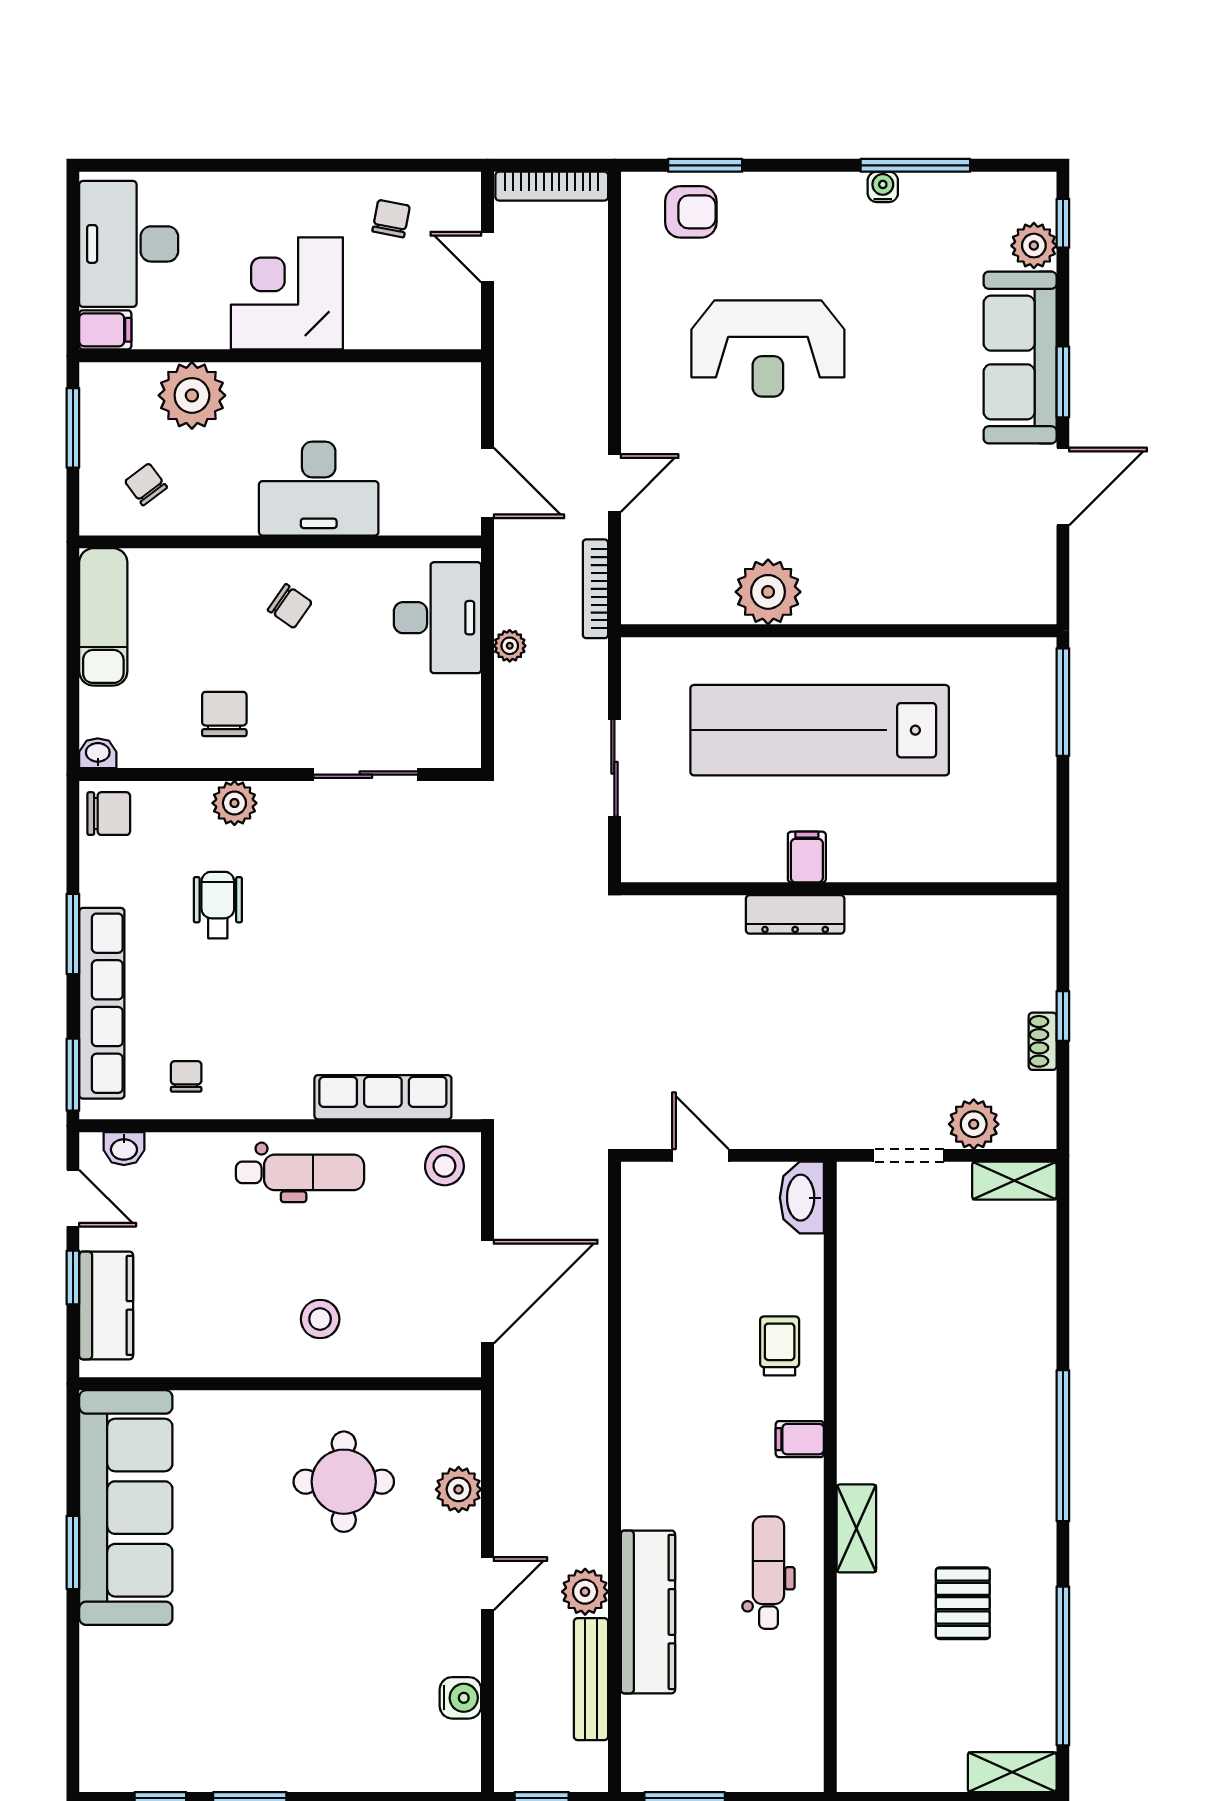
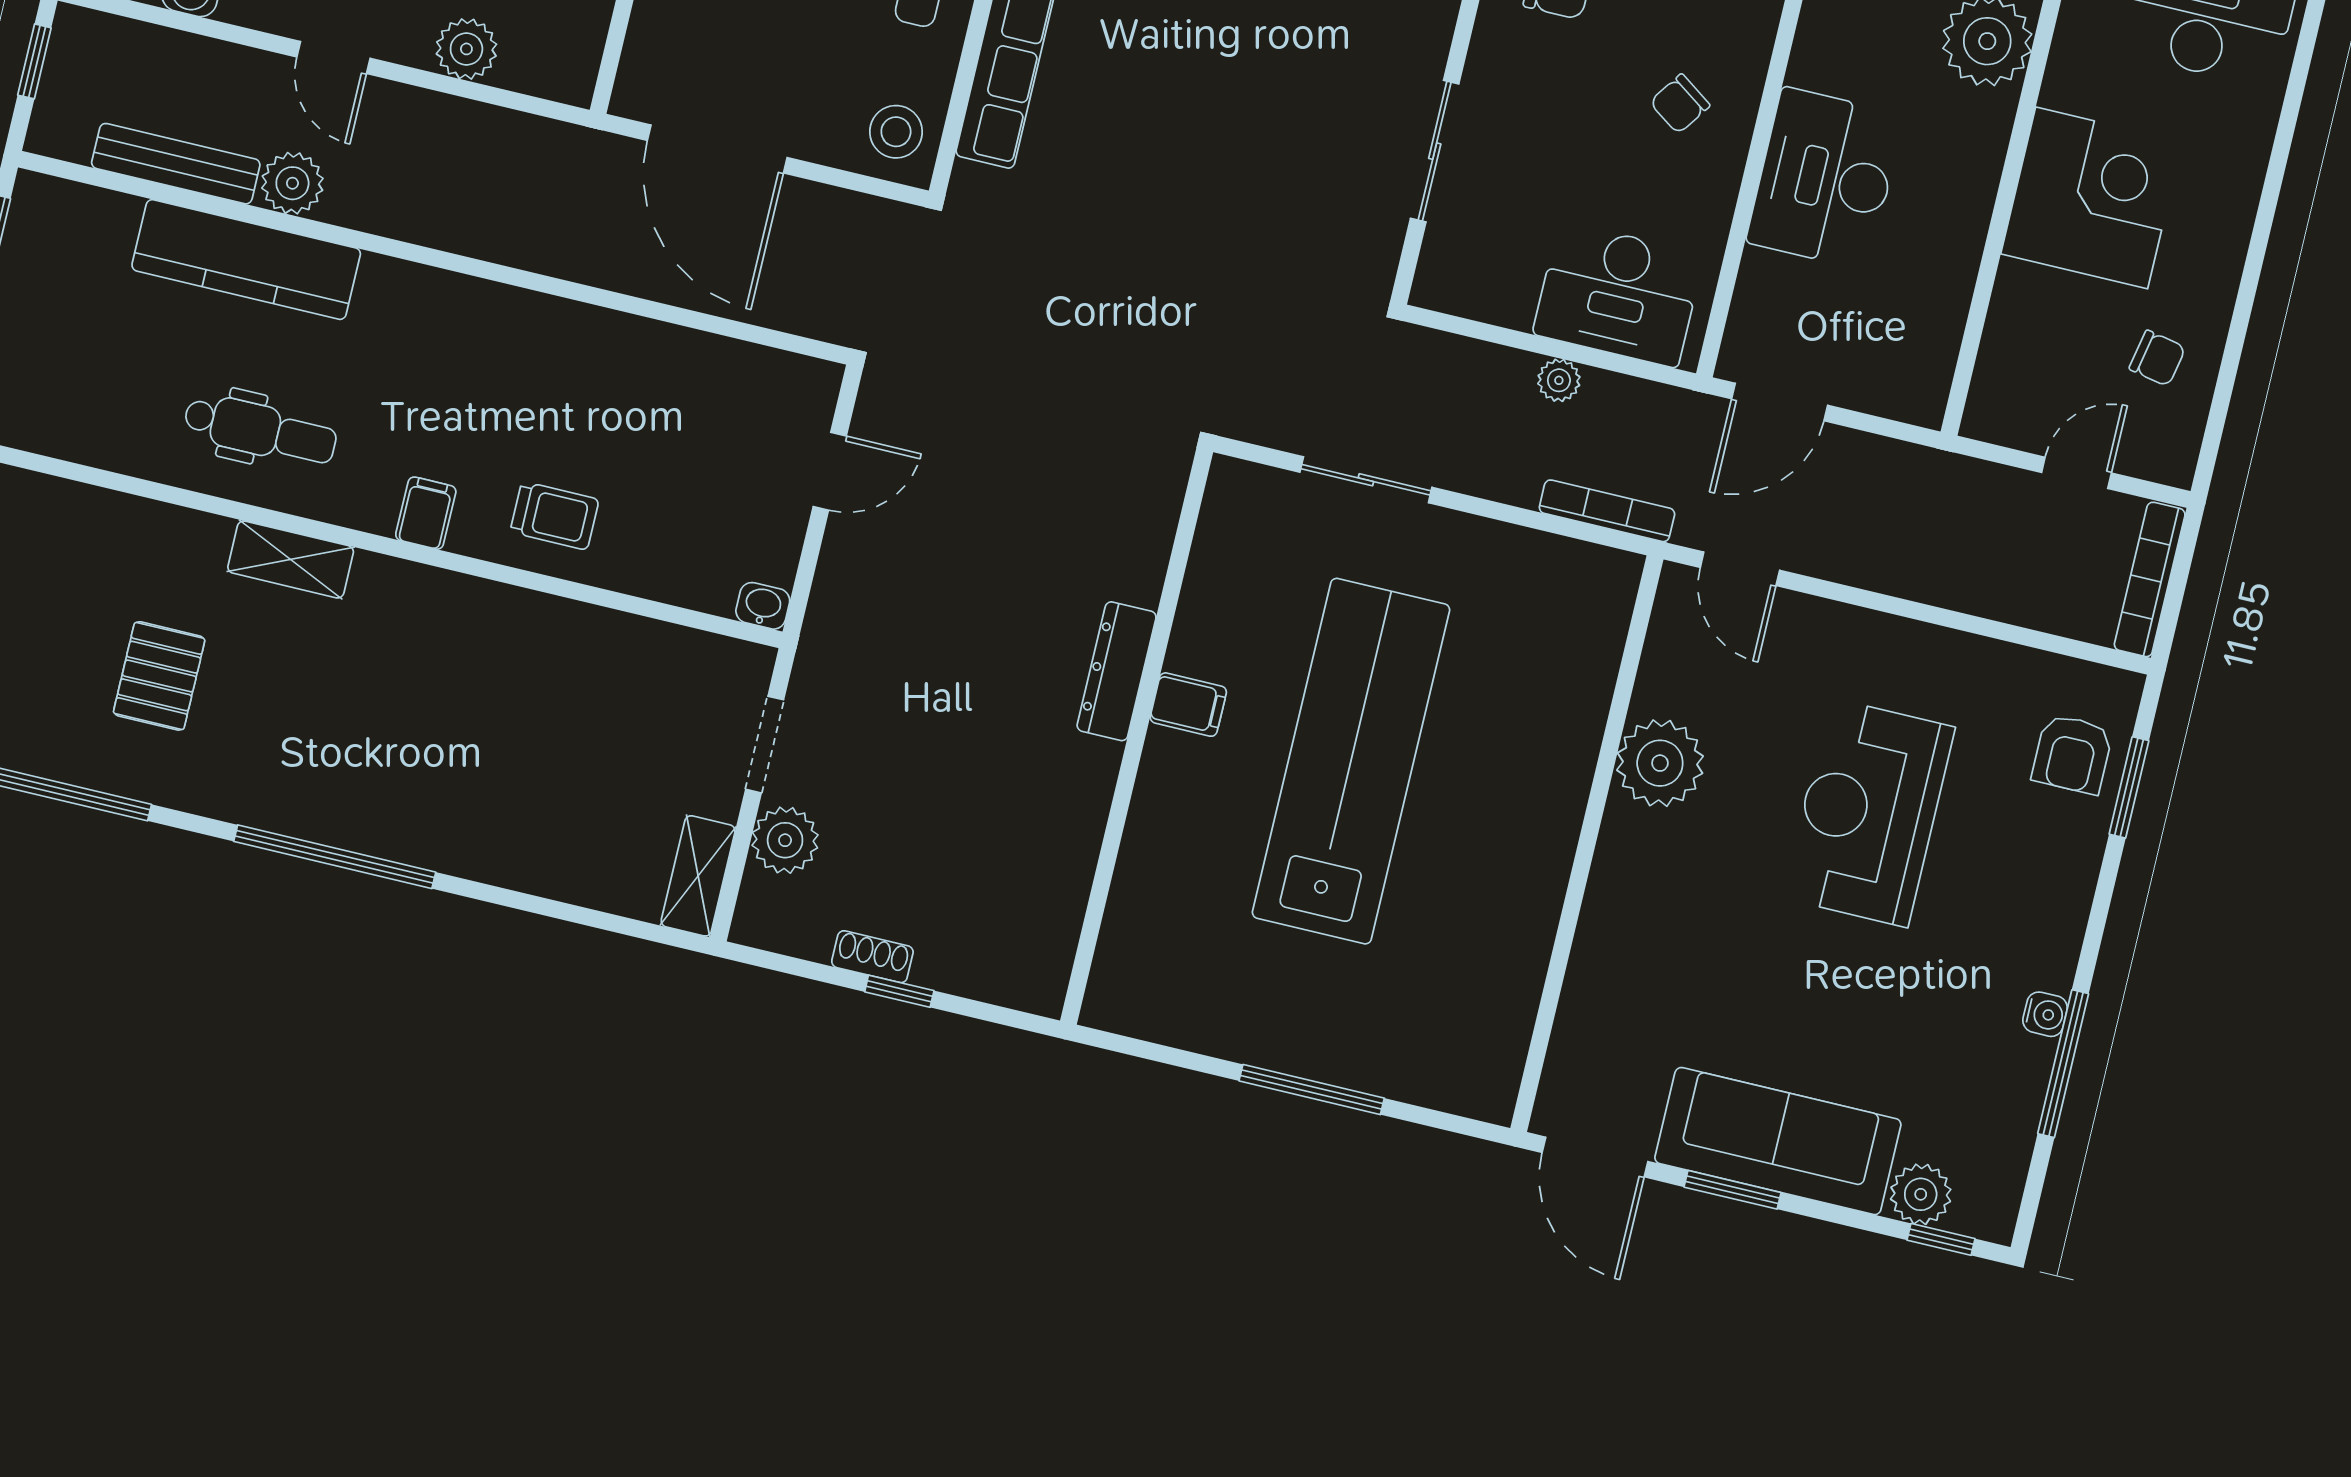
plant: (768, 592) -> (1660, 763), moved
wall: (839, 631) -> (1587, 844), moved
washbasin: (802, 1198) -> (763, 606), width x0.52, depth x0.69
pallet: (963, 1603) -> (159, 676), turned 90

